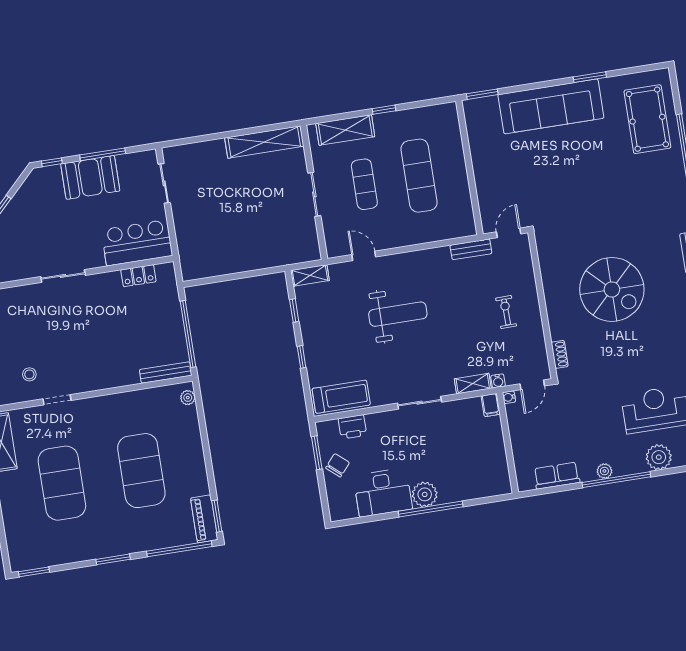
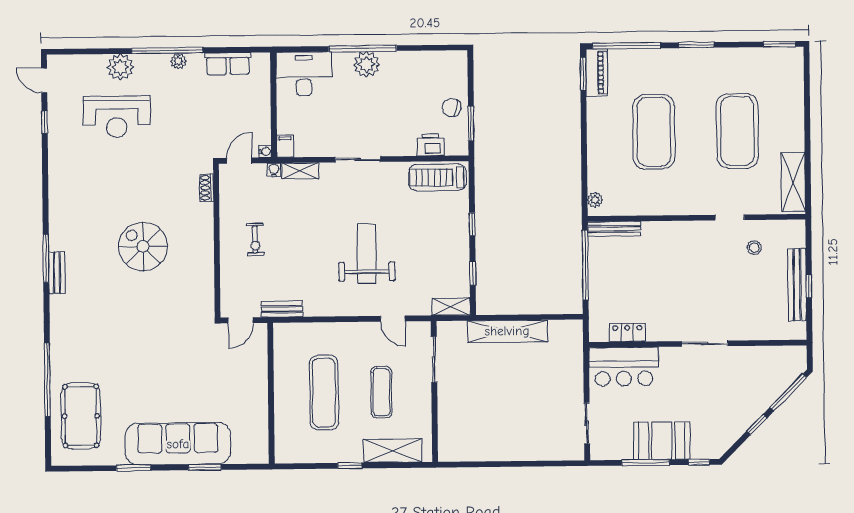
window: (482, 94) -> (205, 467), moved
shelving: (264, 142) -> (507, 331), moved
sliding door: (314, 194) -> (434, 359), moved
spiral stairs: (612, 289) -> (143, 246), width x0.73, depth x0.73
weight bench: (398, 314) -> (367, 254), turned 90
chair: (338, 465) -> (452, 108), turned 62
desk: (383, 492) -> (304, 74), moved

